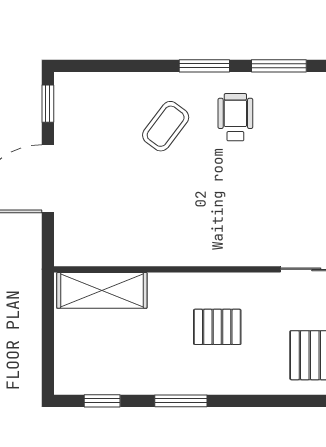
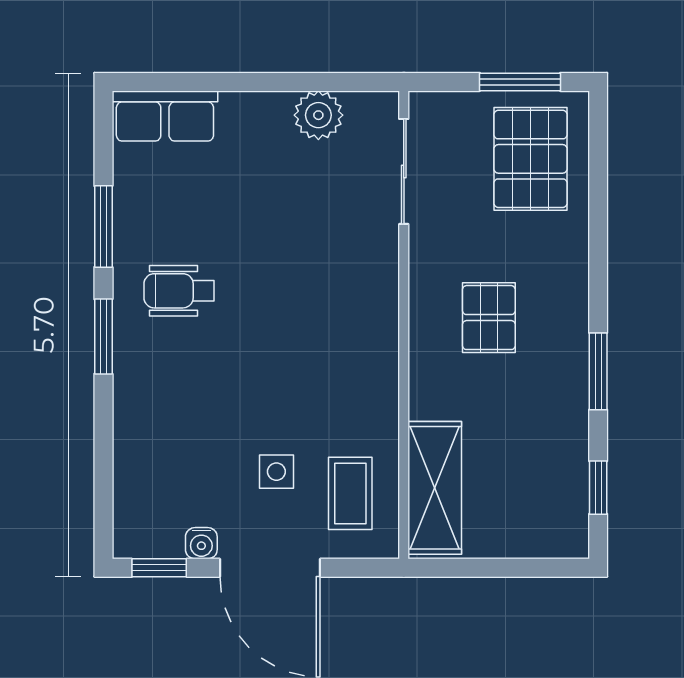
coffee table: (166, 126) -> (350, 493), moved, turned 53
water cooler: (64, 132) -> (201, 543), added
side table: (113, 183) -> (276, 472), added

